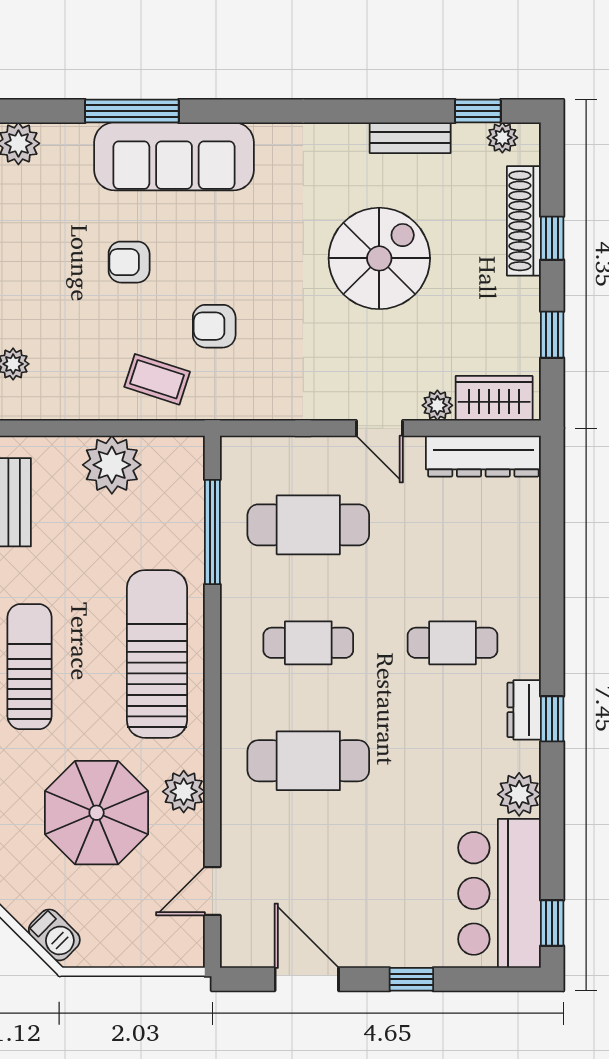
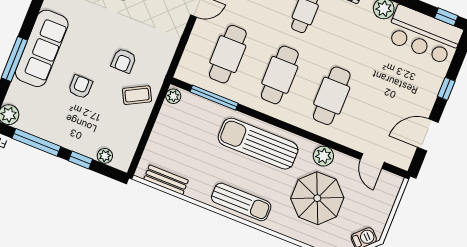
armchair: (129, 262) -> (80, 87), turned 180
coffee table: (157, 379) -> (137, 95), turned 44
plant: (112, 465) -> (173, 96), moved, width x0.53, depth x0.53
cafe table: (308, 643) -> (280, 75), width x1.37, depth x1.35
sun lounger: (30, 667) -> (241, 202), turned 180

